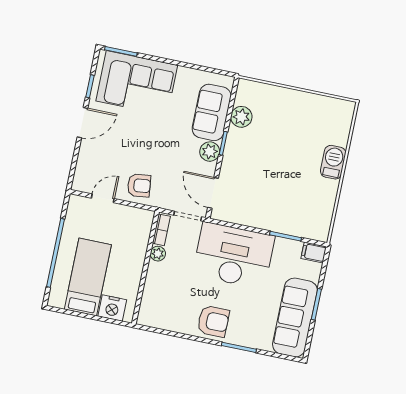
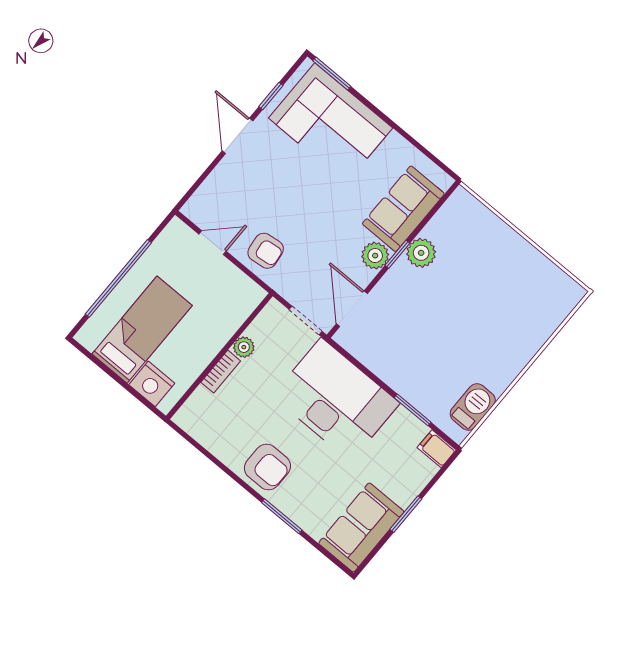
plant: (241, 117) -> (421, 253), moved
door: (82, 123) -> (237, 136), swing flipped
barbecue: (333, 162) -> (473, 407), moved
bookcase: (161, 230) -> (221, 372), moved
sofa: (295, 318) -> (361, 527), width x0.73

